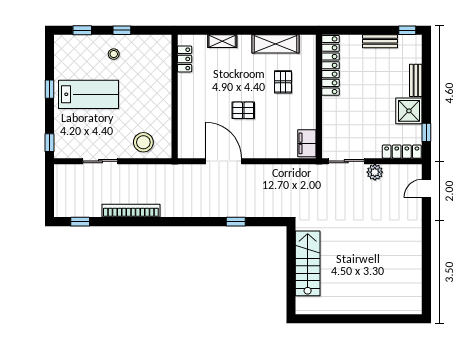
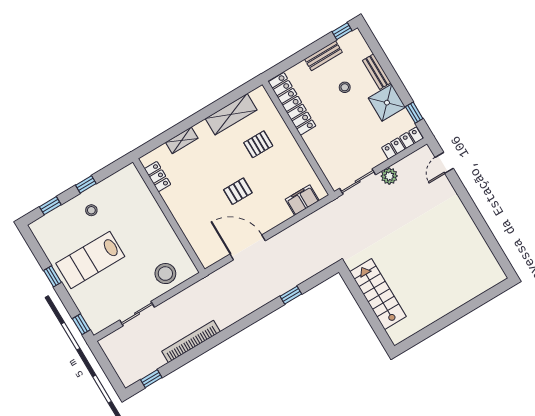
stool: (382, 78) -> (345, 87), added
pallet: (283, 82) -> (258, 144), turned 90
lab bench: (88, 94) -> (90, 260), turned 180
filing cabinet: (307, 143) -> (302, 200), moved, turned 90

